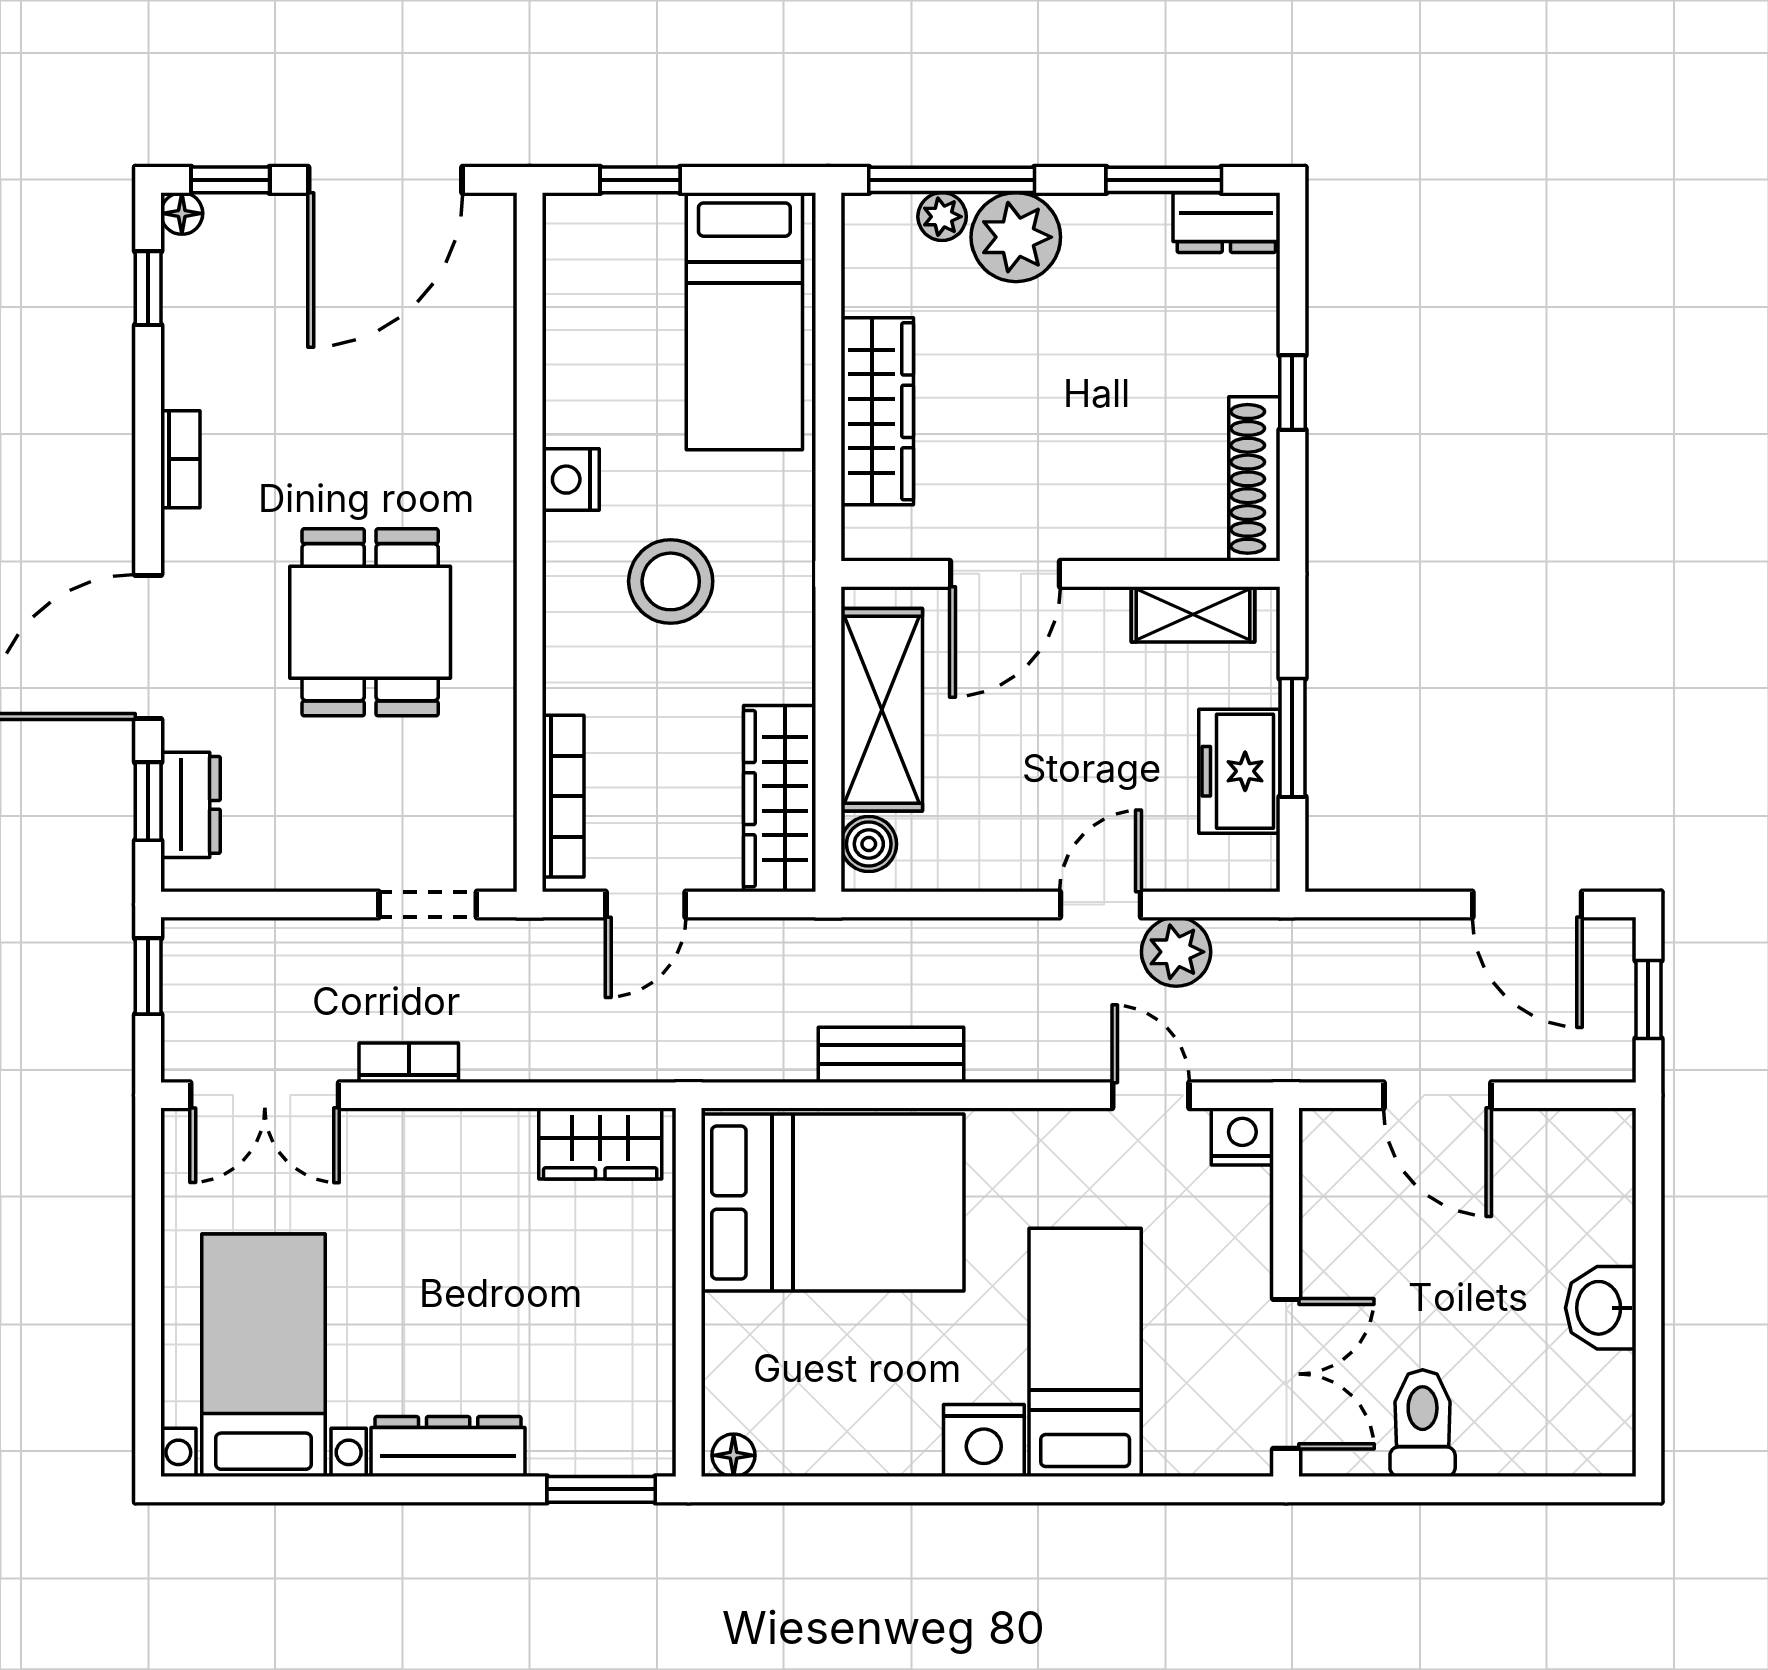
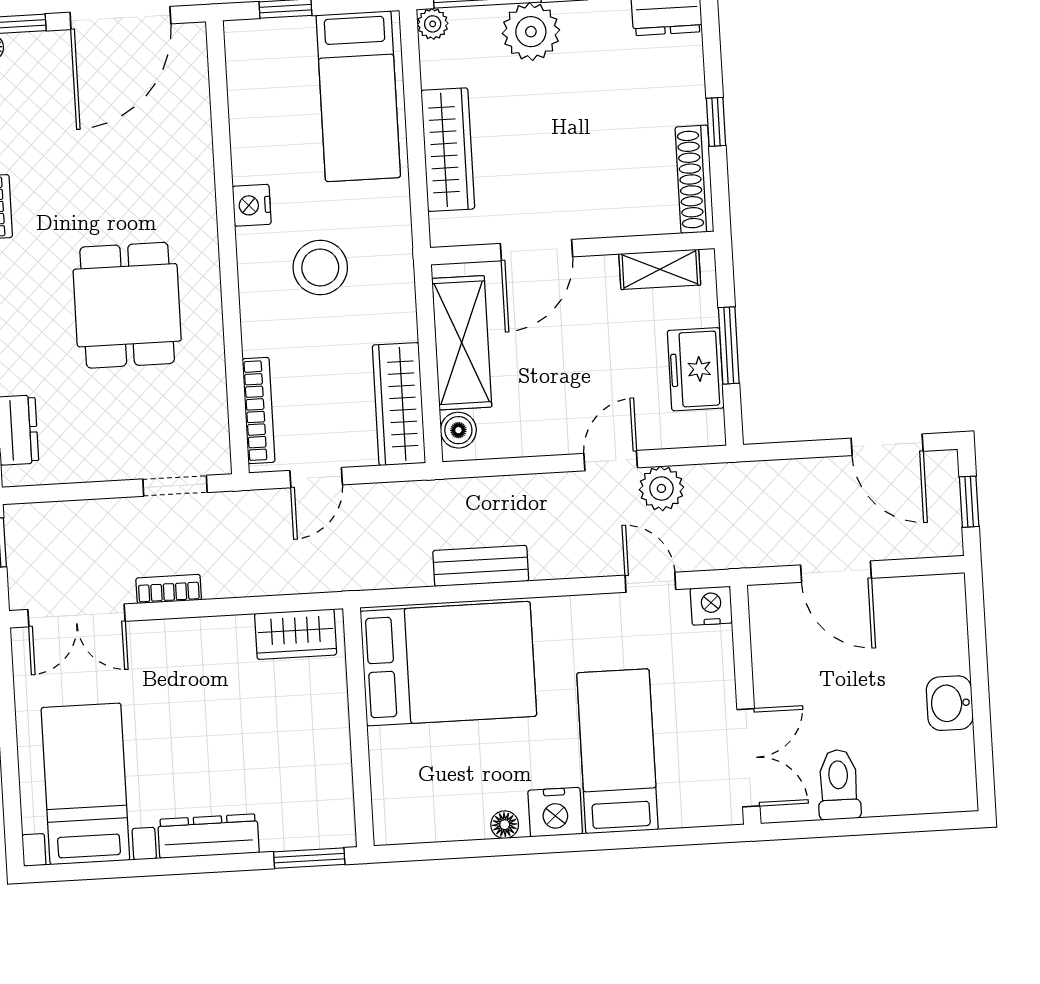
plant: (942, 217) -> (433, 24), moved
floor lamp: (734, 1455) -> (505, 825), moved

